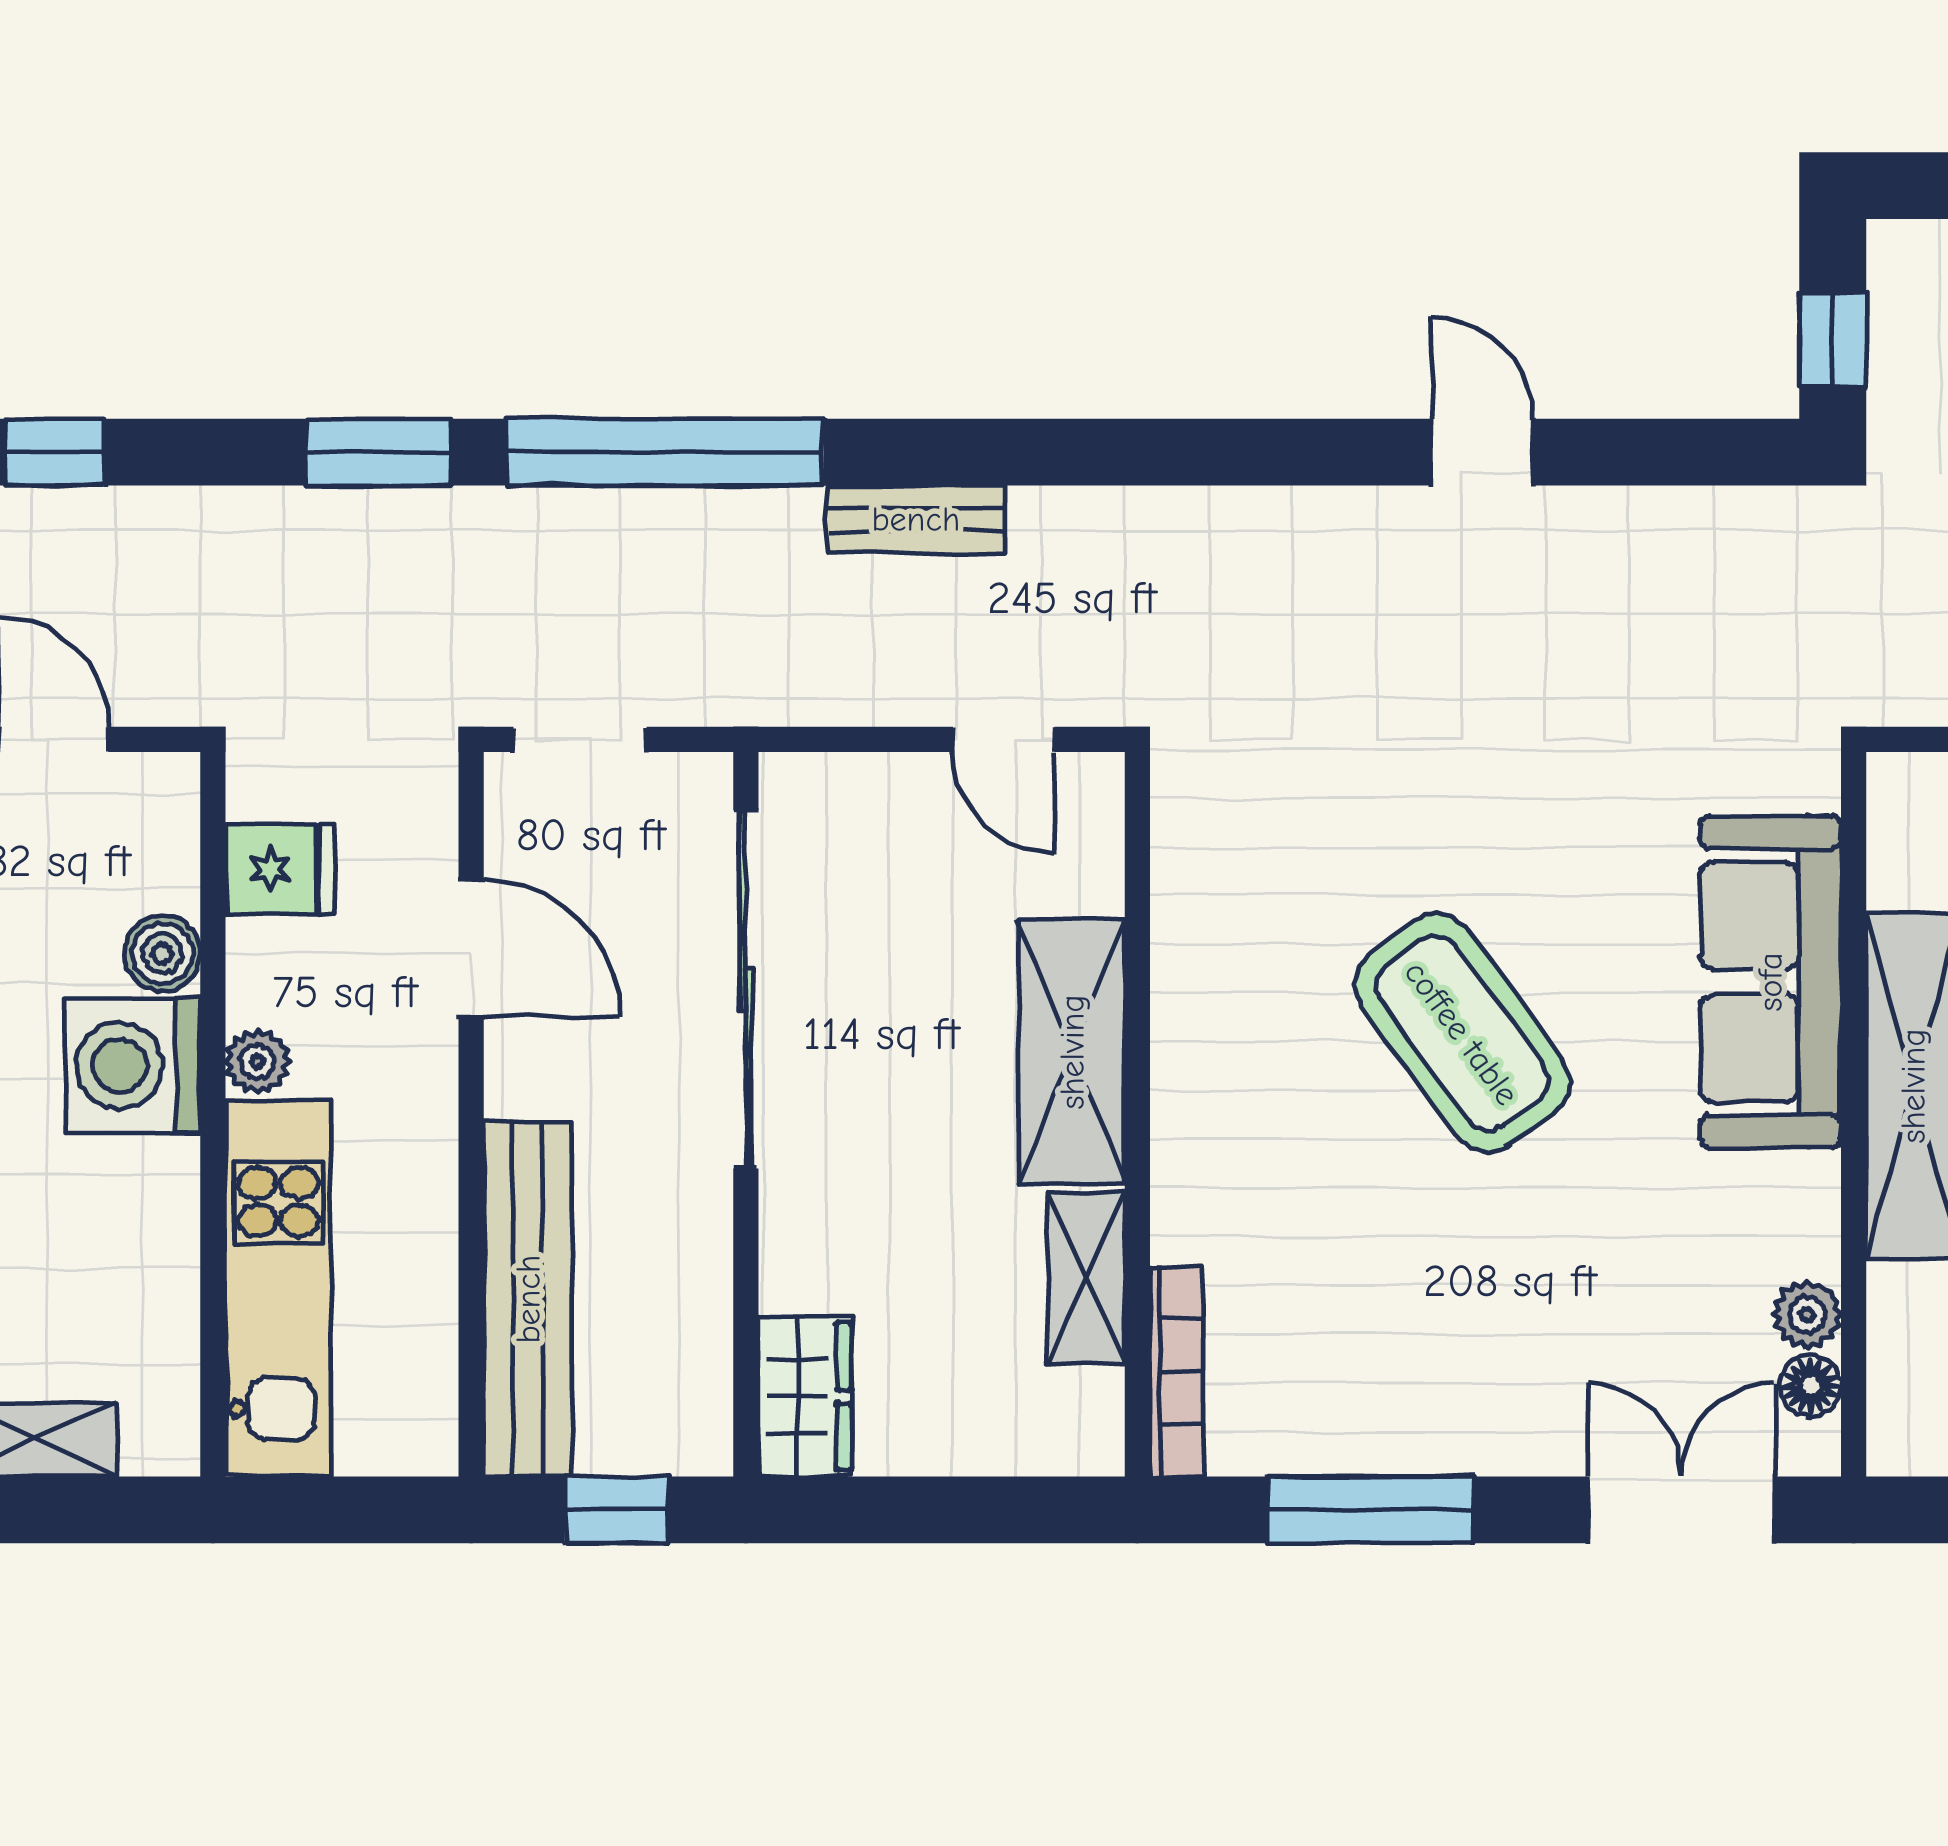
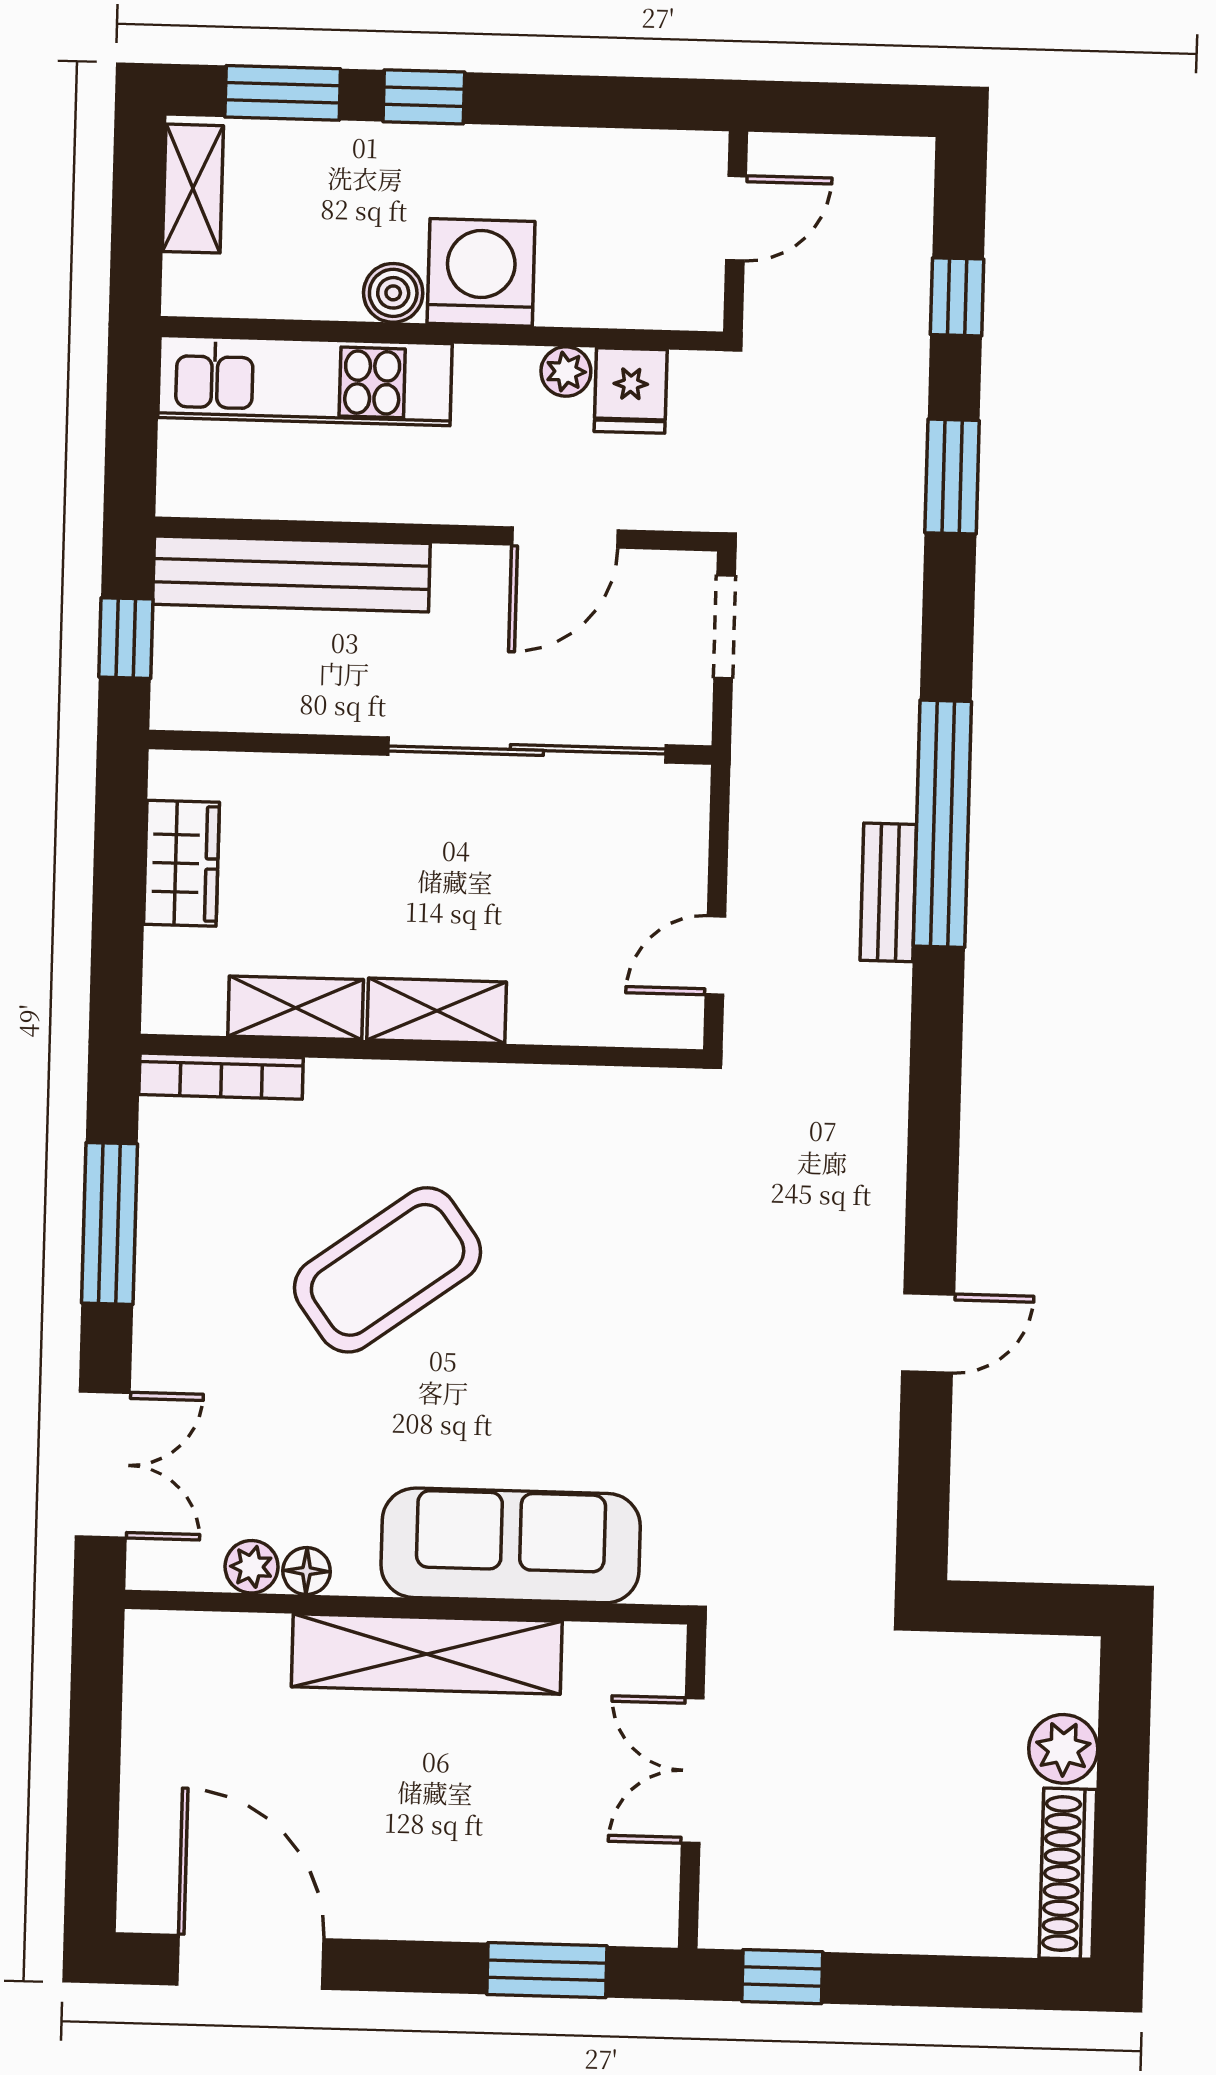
window: (1833, 340) -> (1008, 1608), removed
window: (55, 452) -> (957, 297), moved
window: (665, 452) -> (942, 824), moved
boiler: (162, 953) -> (393, 293), moved
coffee table: (1462, 1033) -> (388, 1270), moved
shelving: (1072, 1052) -> (437, 1011), width x0.67, depth x0.75
plant: (257, 1062) -> (566, 372), moved
floor lamp: (1811, 1386) -> (307, 1571), moved
wardrobe: (805, 1396) -> (182, 863), moved, turned -90

